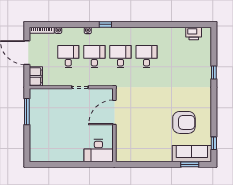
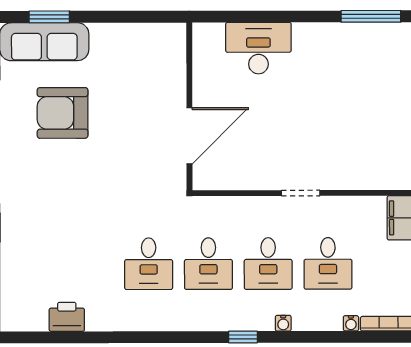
printer: (194, 33) -> (67, 317), moved
door: (114, 112) -> (189, 136), moved
wall: (114, 125) -> (189, 106), moved
window: (49, 164) -> (371, 16), added

